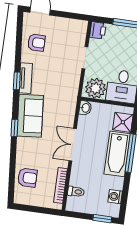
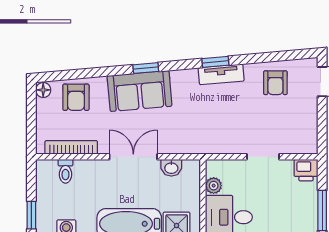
plant: (95, 88) -> (214, 186), width x0.53, depth x0.53
washbasin: (85, 108) -> (171, 168), moved
sofa: (30, 116) -> (140, 91), moved
floor lamp: (19, 199) -> (43, 90), added

